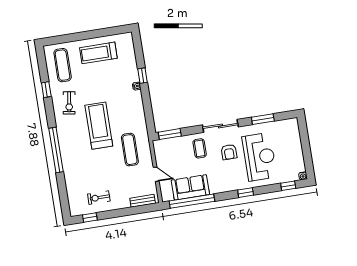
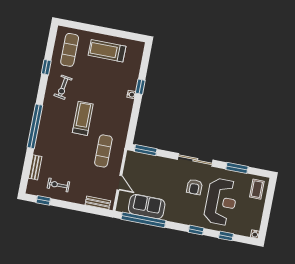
treadmill: (99, 126) -> (83, 118), width x0.73, depth x0.73
coffee table: (200, 148) -> (257, 189), moved
window: (288, 186) -> (226, 236), moved
bench: (71, 189) -> (35, 167), added

